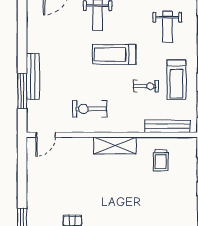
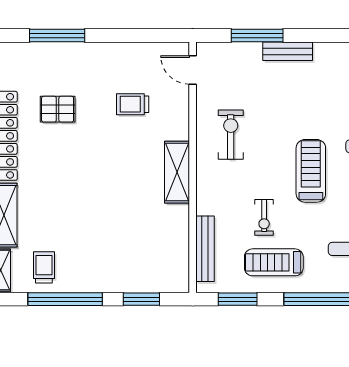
bench: (33, 76) -> (288, 51), width x0.73
trolley: (161, 160) -> (133, 104), moved

